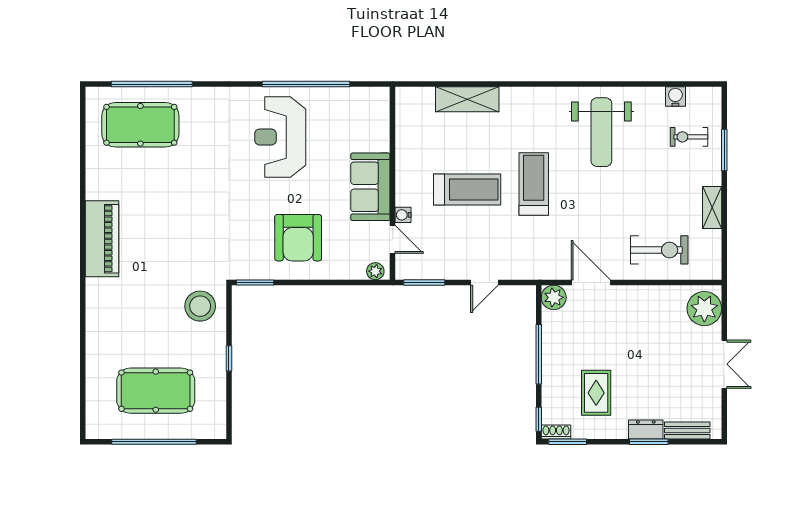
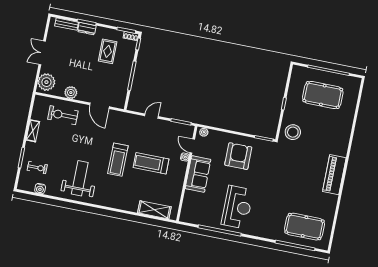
shelving: (467, 99) -> (154, 210), moved
plant: (554, 297) -> (71, 93), moved

